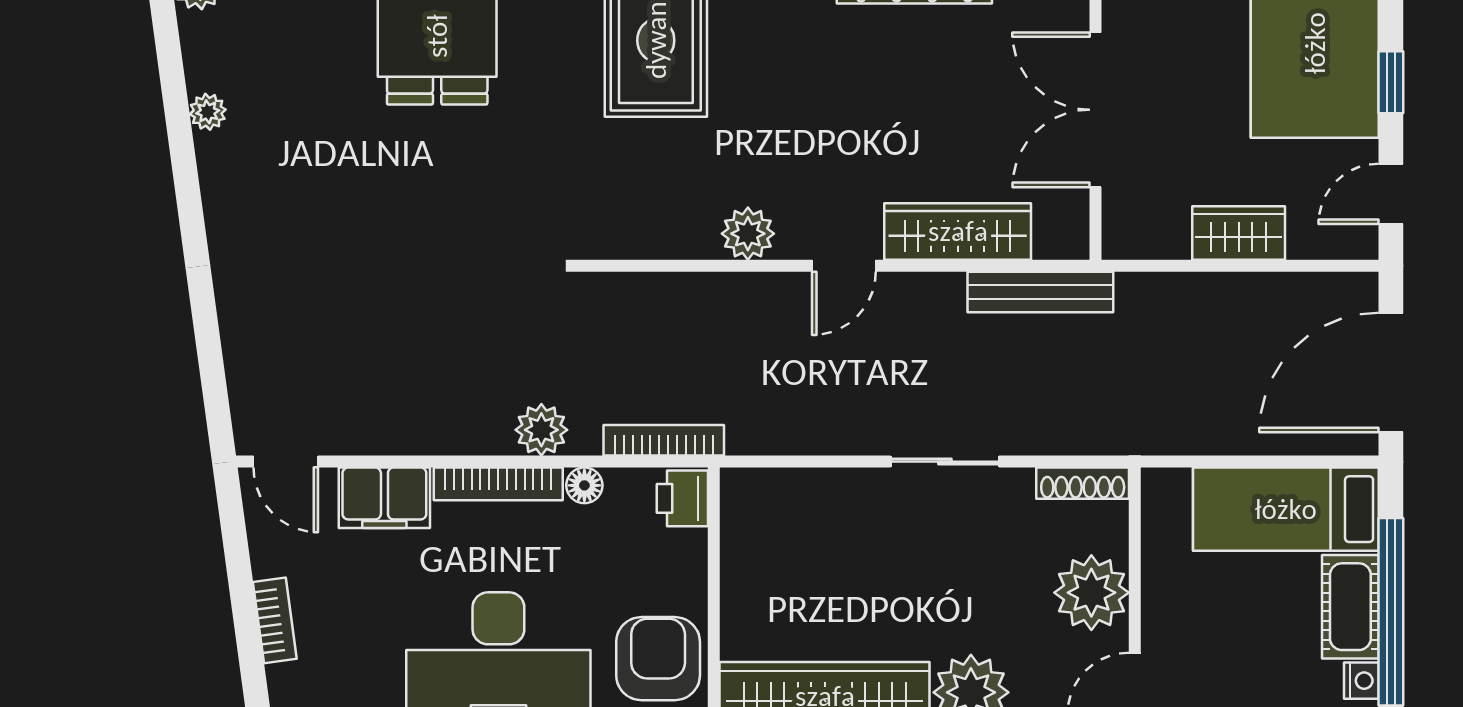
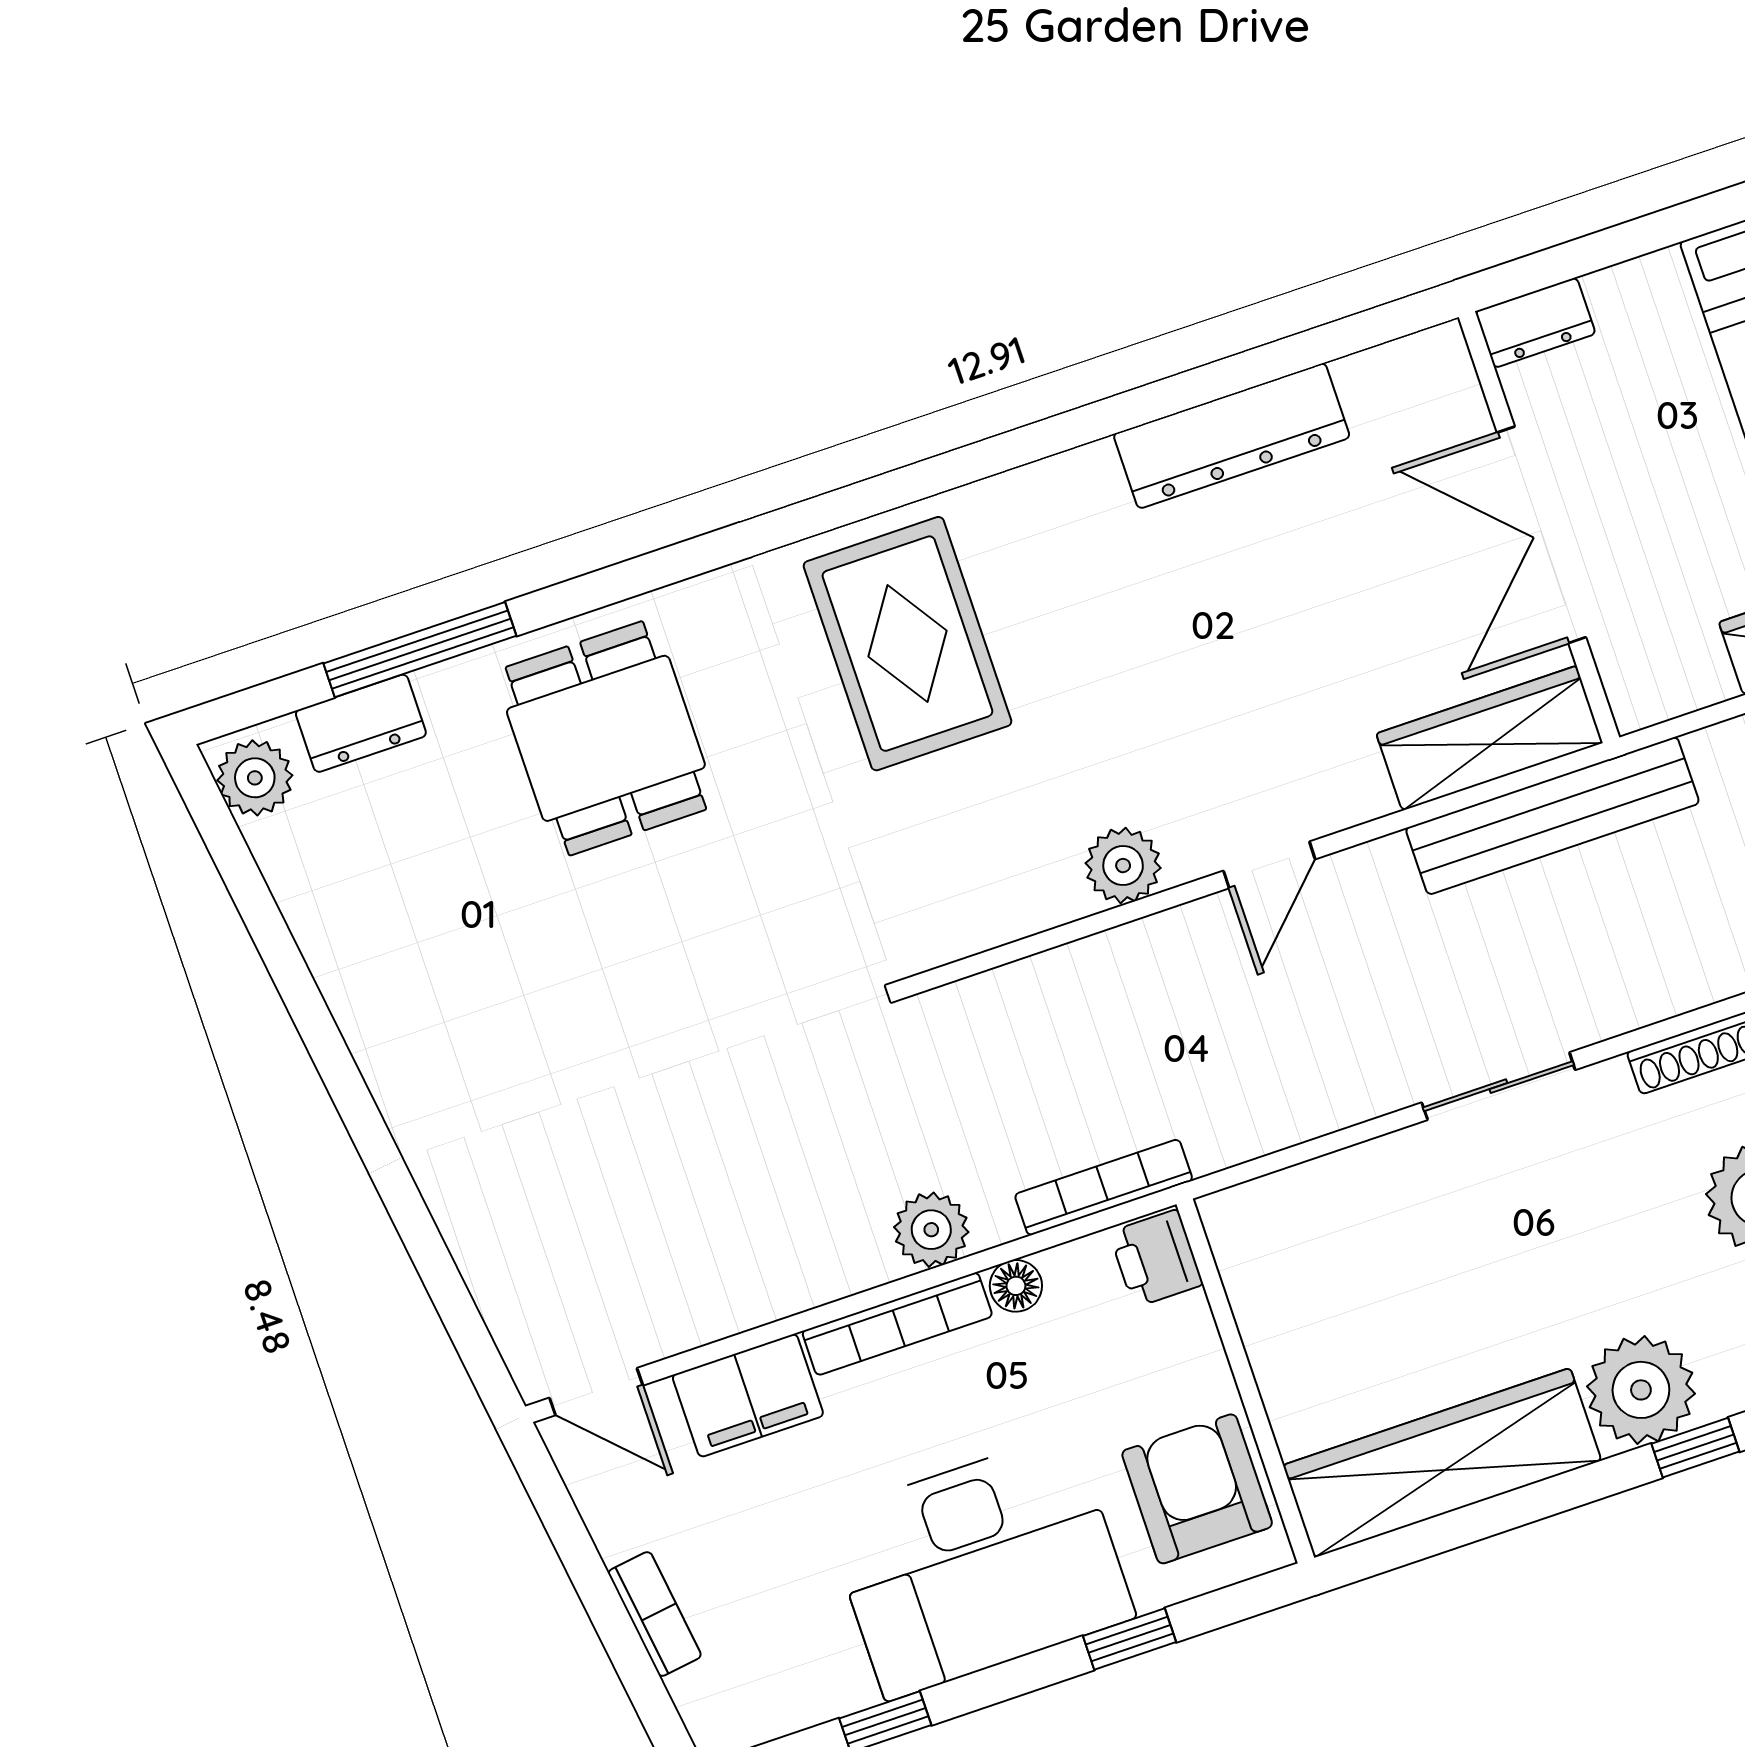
plant: (208, 112) -> (327, 949), removed
wardrobe: (958, 231) -> (1490, 738), moved
bench: (1040, 292) -> (1552, 816), width x1.37, depth x1.21

